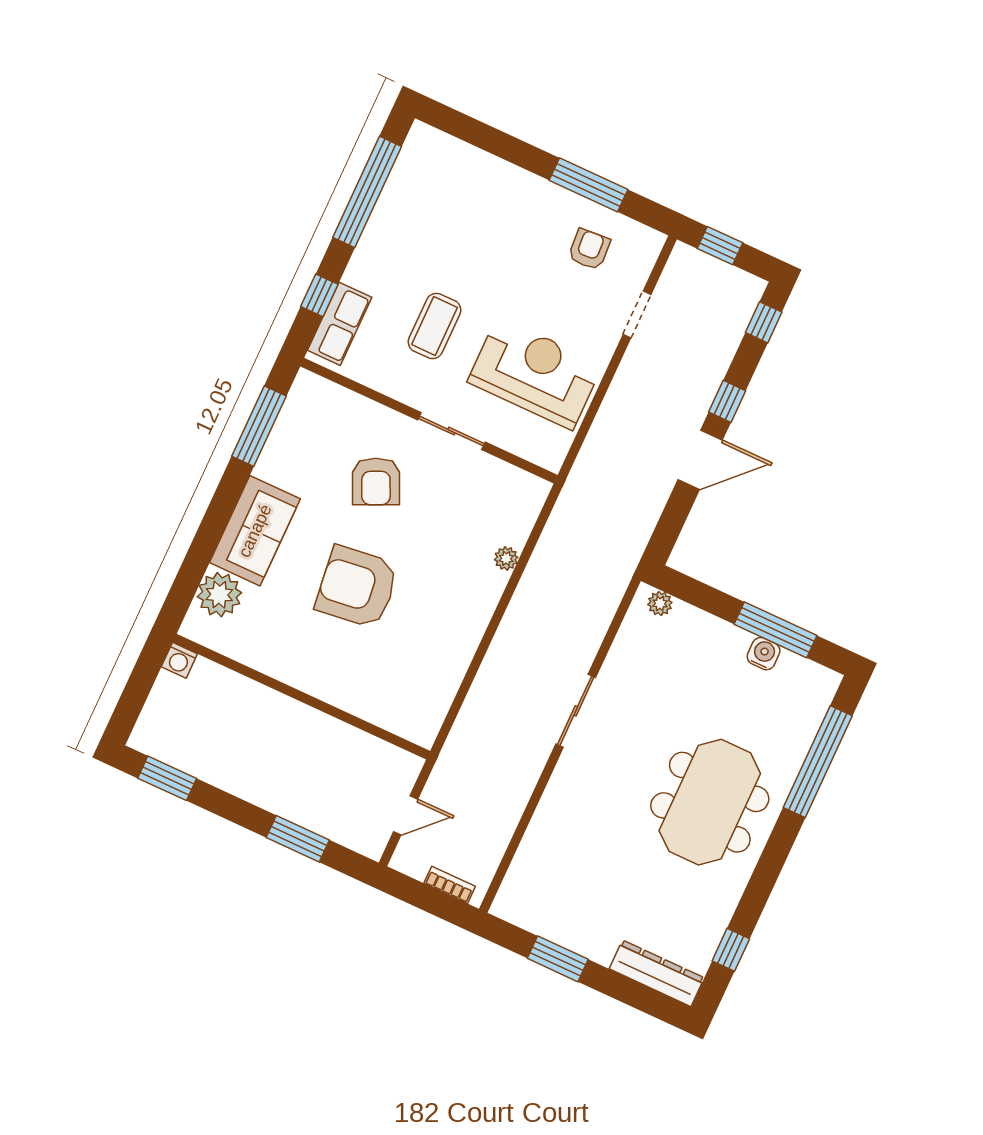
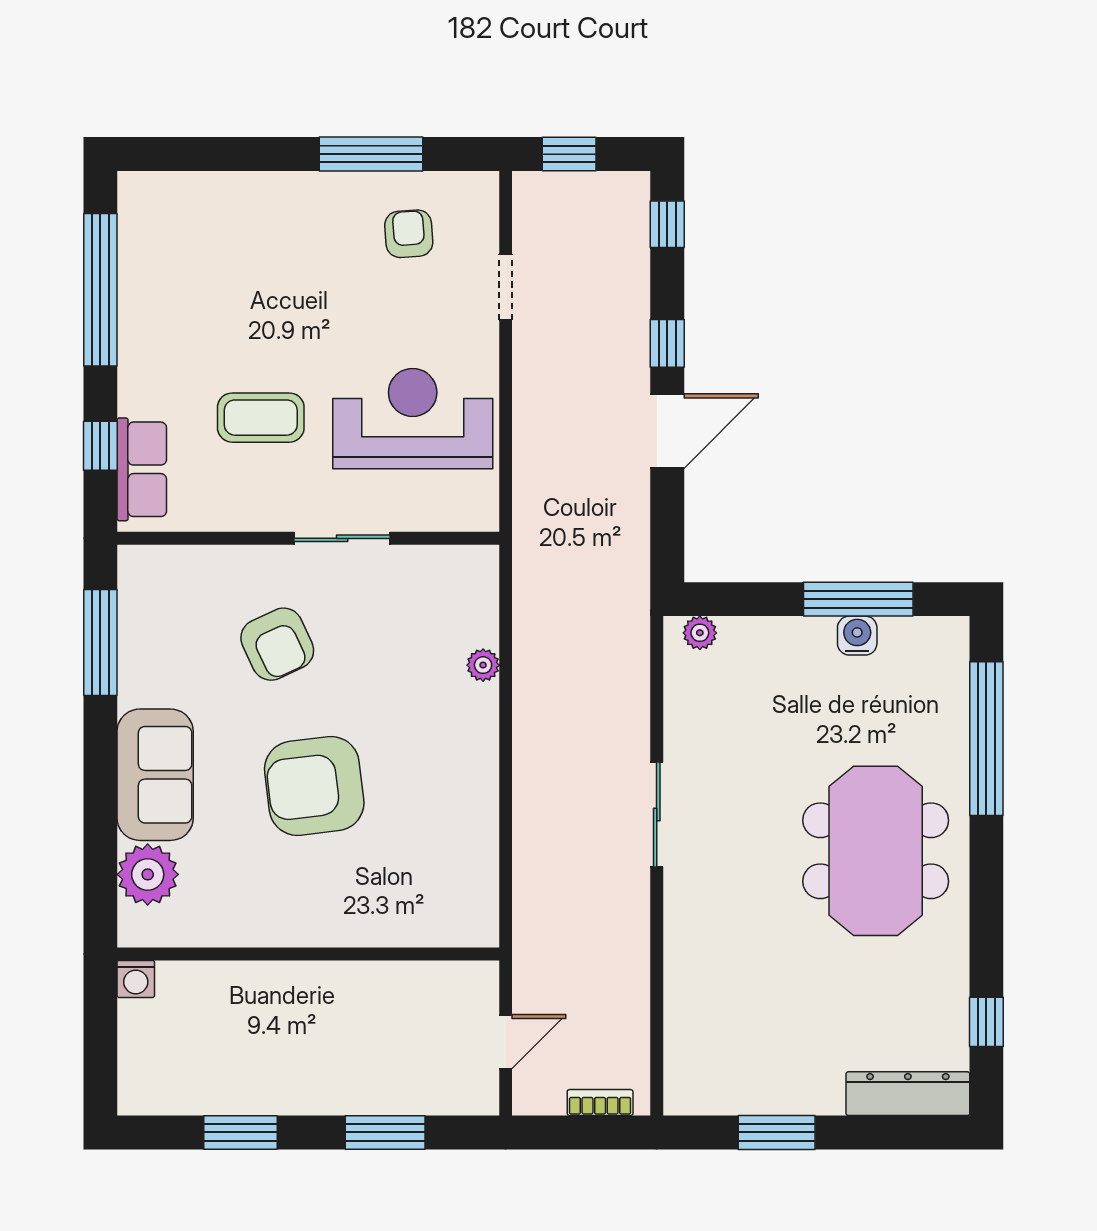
coffee table: (435, 326) -> (261, 418), turned 90
window: (167, 778) -> (241, 1132), moved

